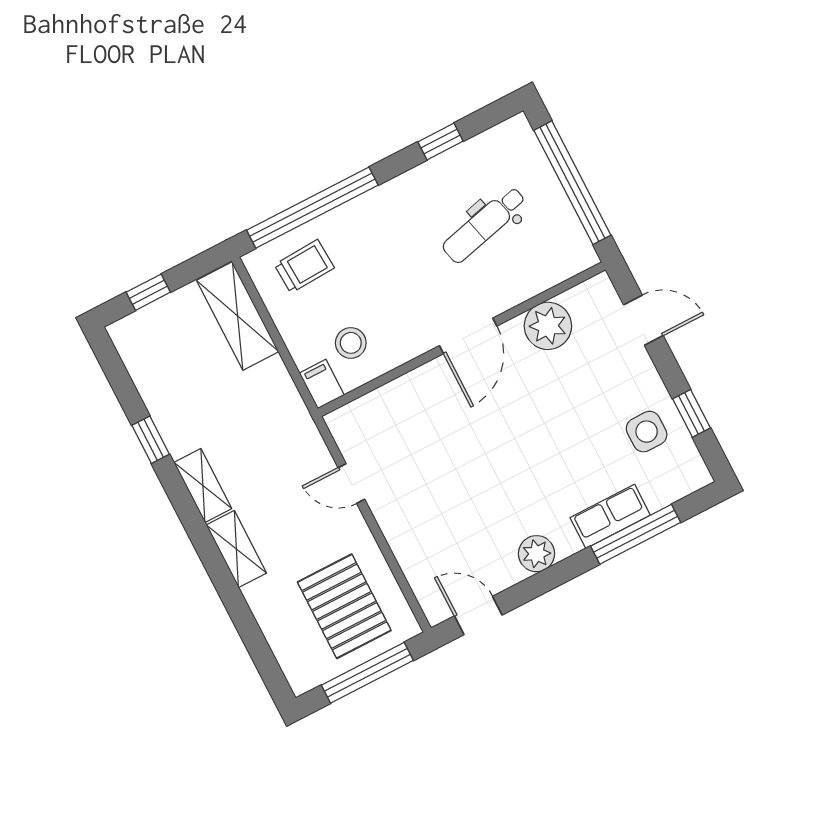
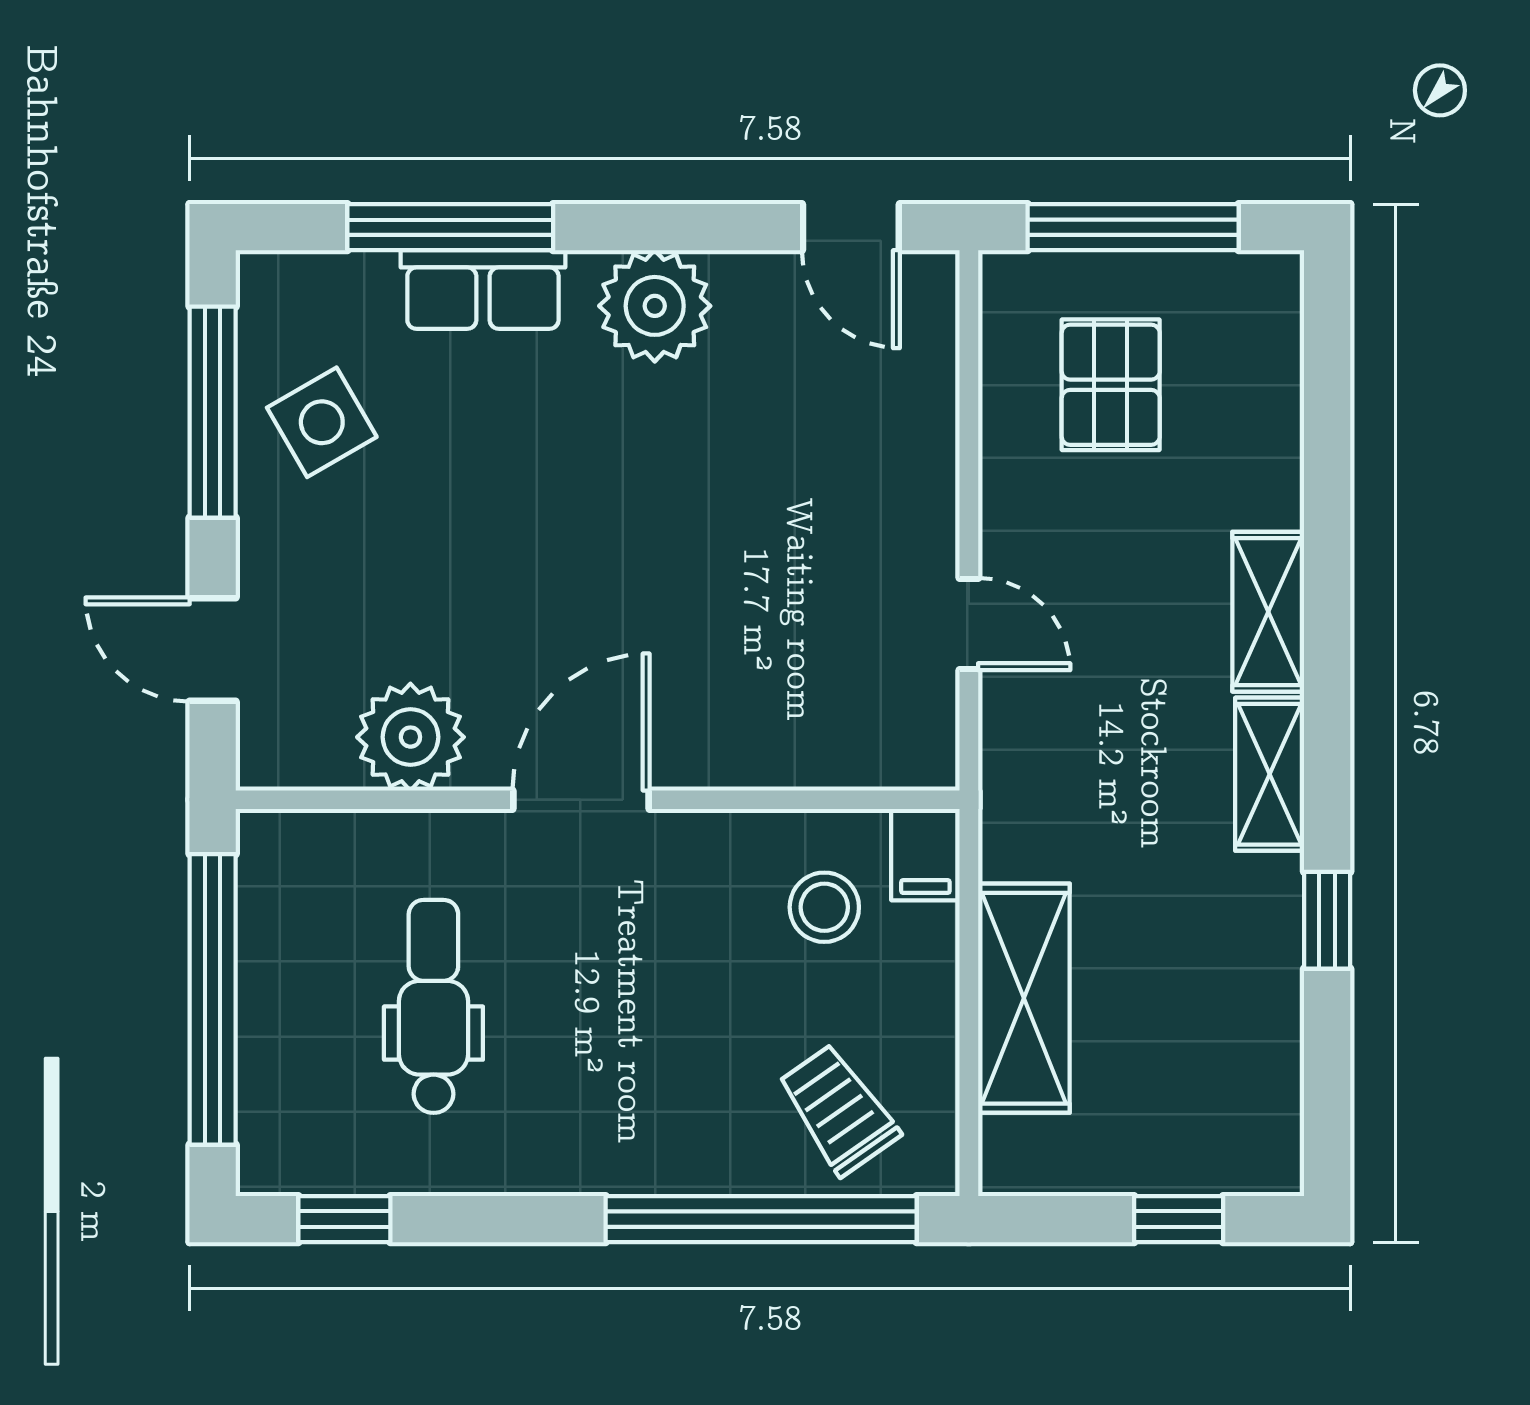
window: (440, 141) -> (344, 1219), moved
dental chair: (484, 225) -> (433, 1006), turned -76
trolley: (304, 266) -> (838, 1110), turned 58
shelving: (238, 316) -> (1024, 998), moved
window: (691, 413) -> (213, 412), width x2.17
side table: (647, 432) -> (322, 422), turned -30
plant: (537, 554) -> (655, 306), width x1.36, depth x1.36
pallet: (344, 606) -> (1111, 385), width x0.67, depth x0.71

